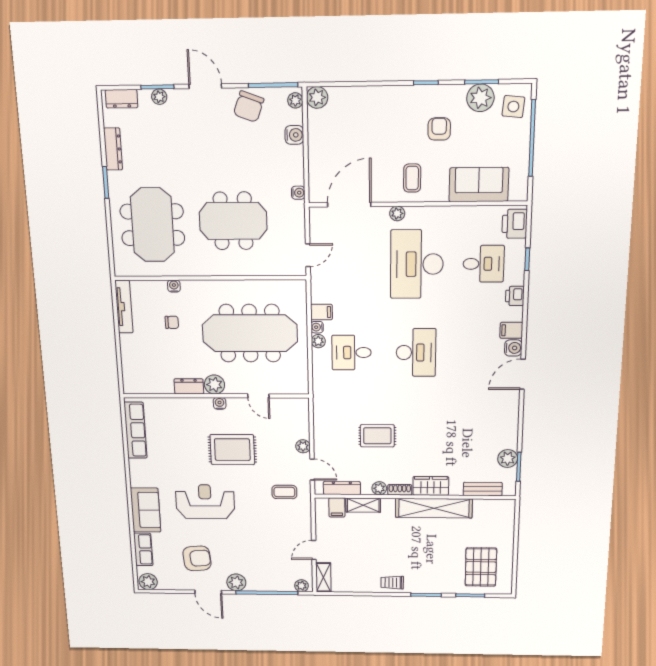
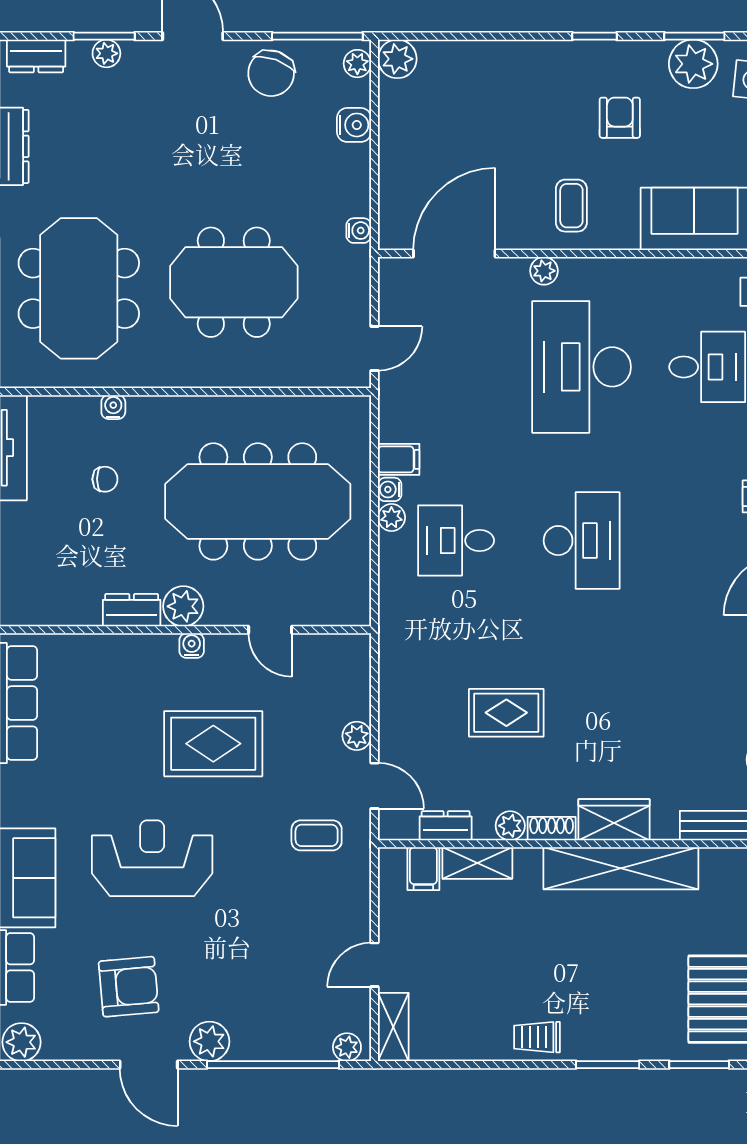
dresser: (342, 488) -> (446, 826), width x0.70

